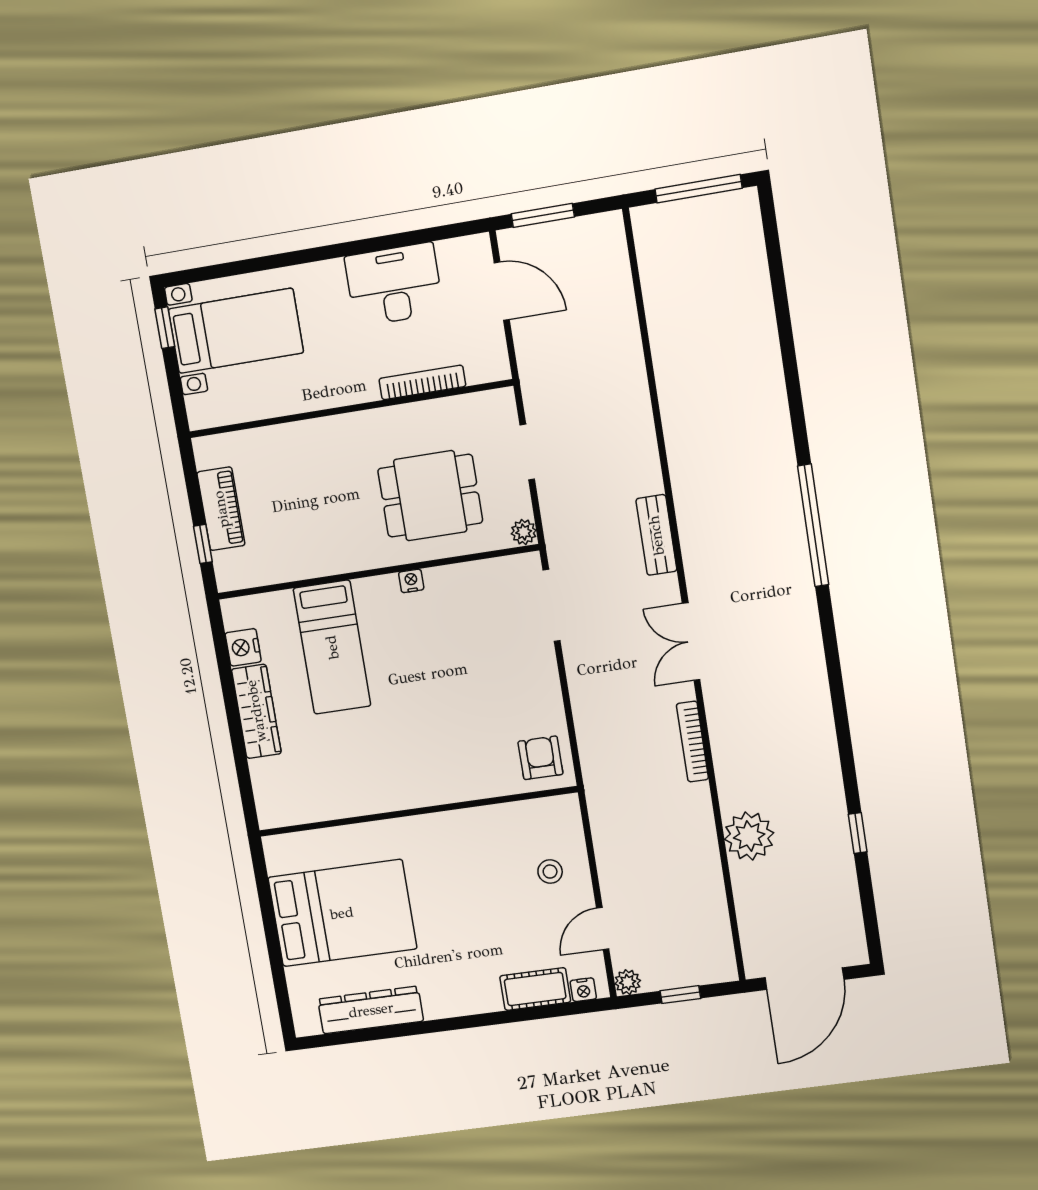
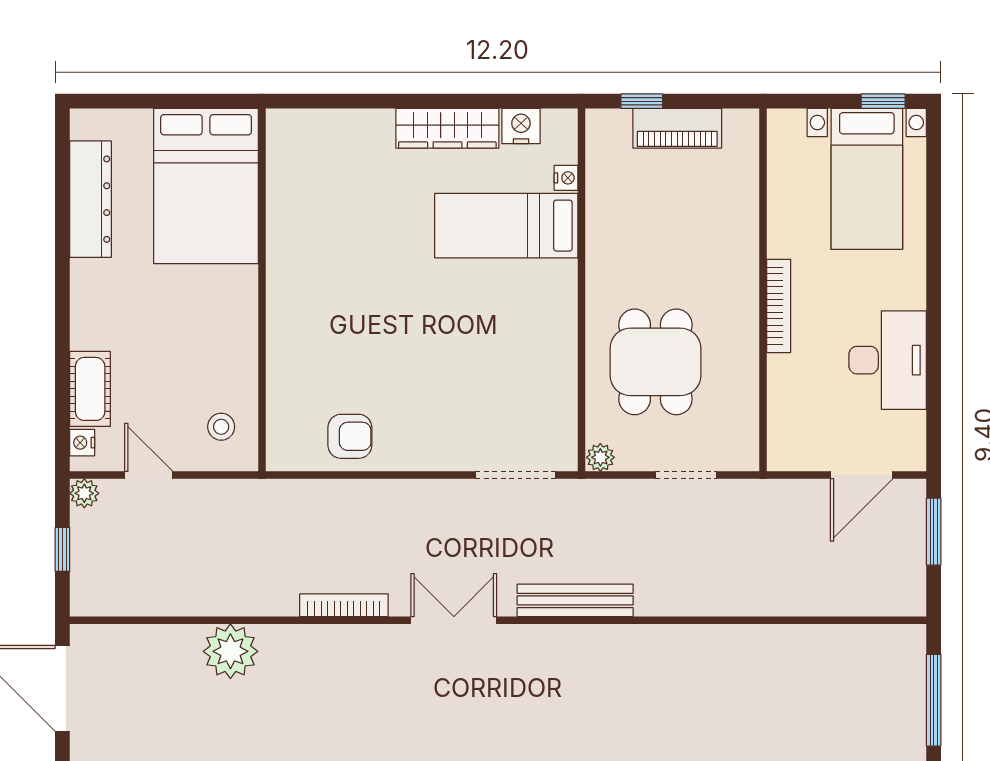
bookcase: (422, 382) -> (779, 306), moved
bench: (656, 535) -> (575, 600), width x1.36
nightstand: (411, 581) -> (566, 178), moved
wall: (417, 812) -> (262, 290), moved

